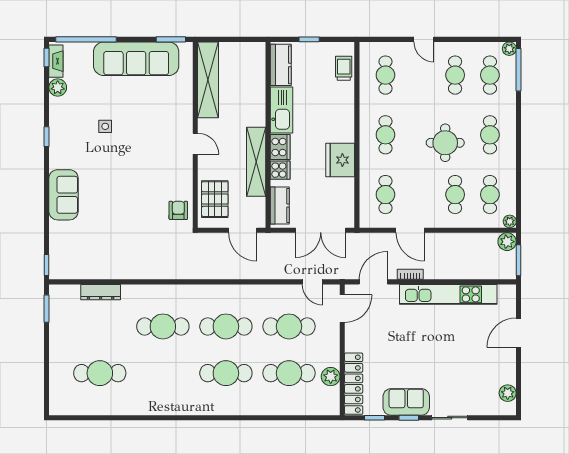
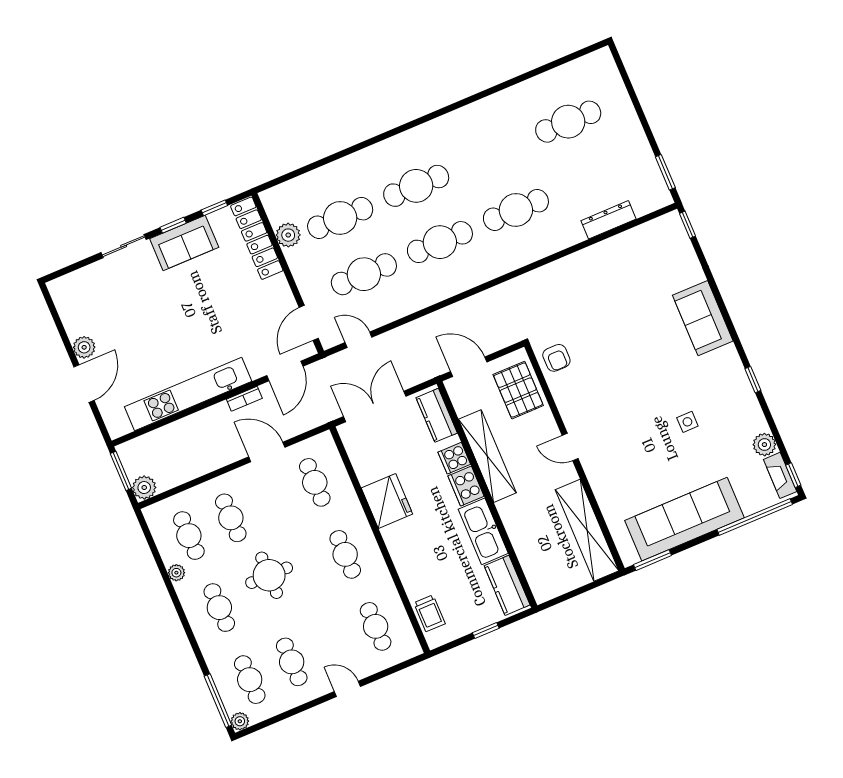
plant: (510, 221) -> (176, 573), moved
plant: (508, 393) -> (84, 347), moved

